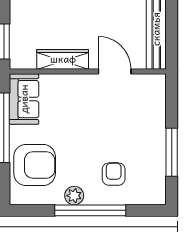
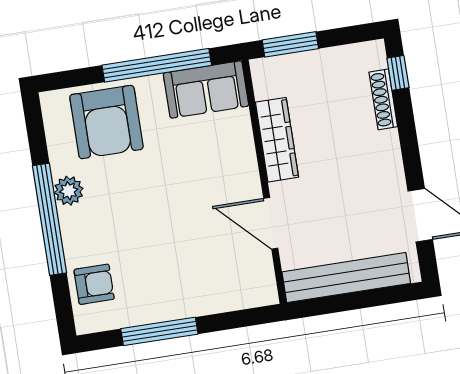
door: (115, 72) -> (271, 223), swing flipped
armchair: (114, 174) -> (94, 284), moved

